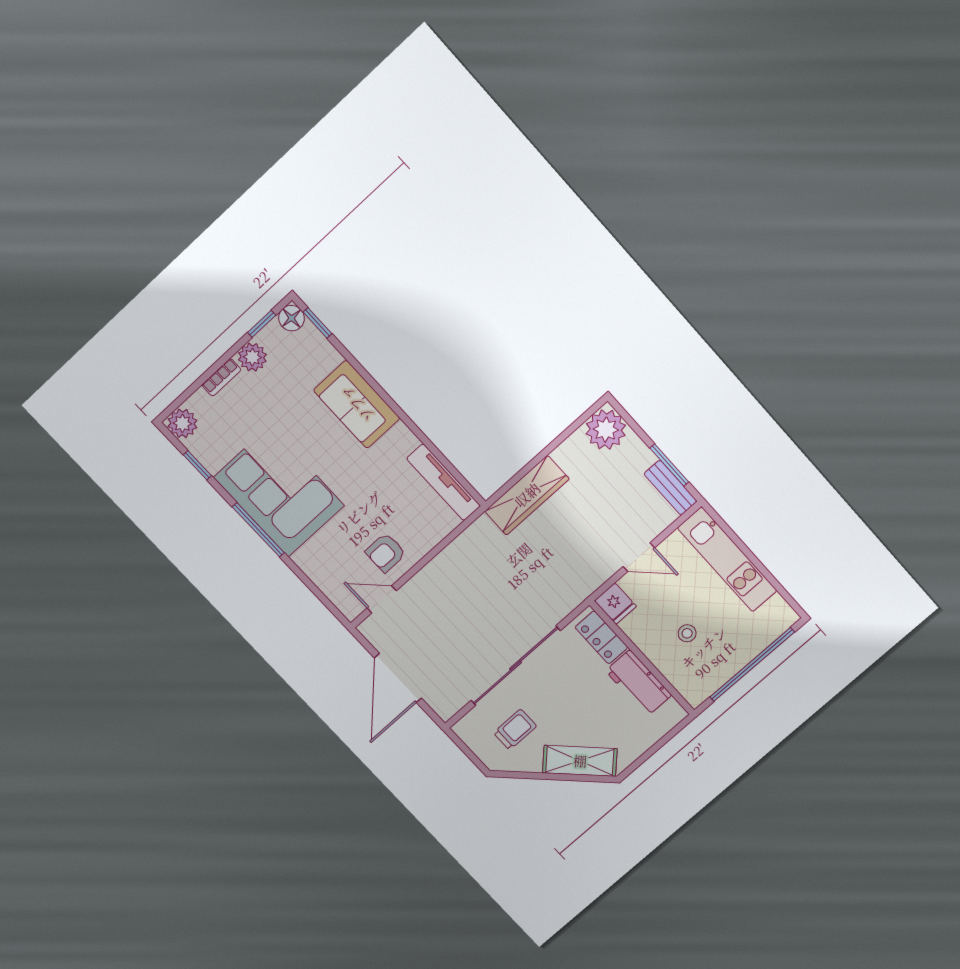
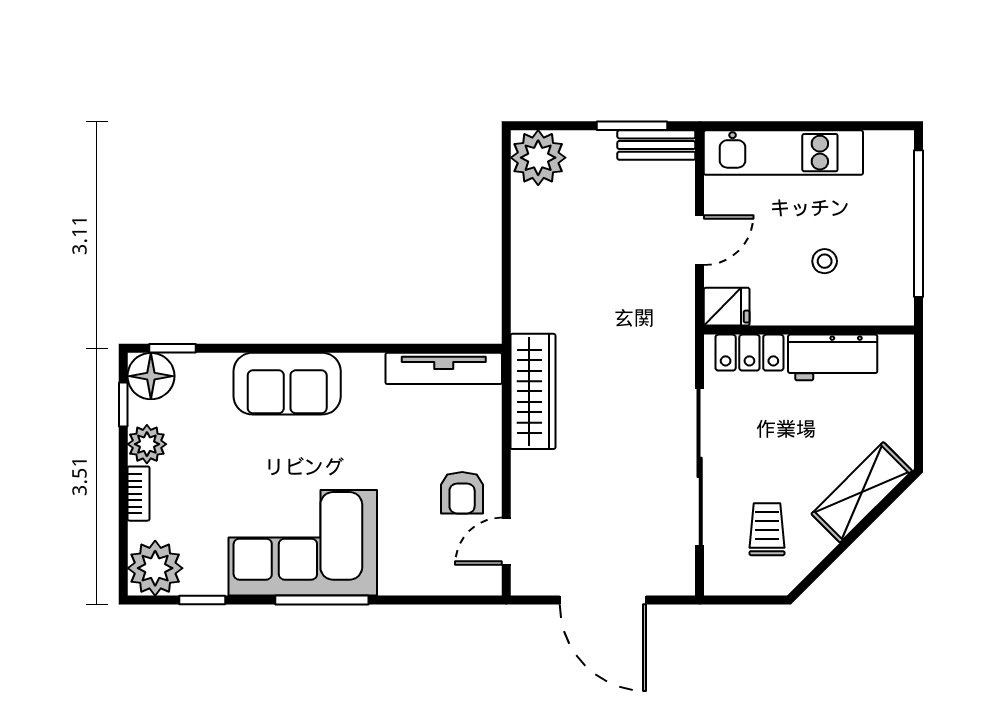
floor lamp: (292, 318) -> (151, 376), width x1.38, depth x1.38
plant: (182, 423) -> (155, 568), width x1.36, depth x1.36
wardrobe: (527, 495) -> (533, 391), moved

